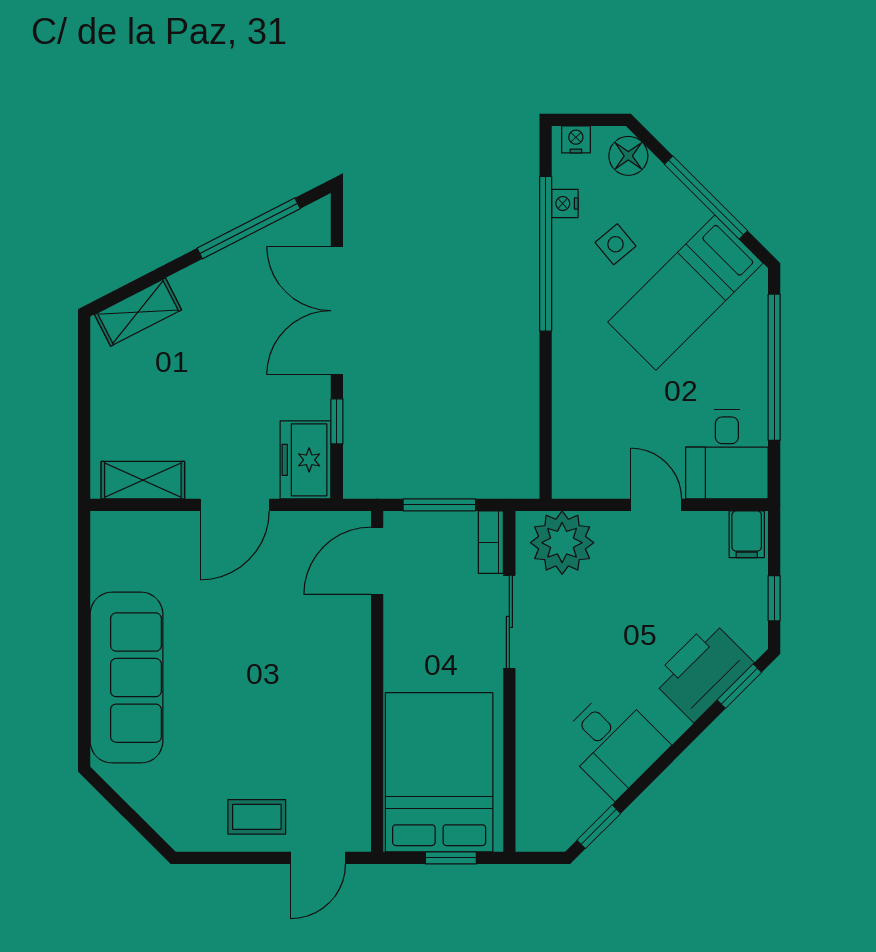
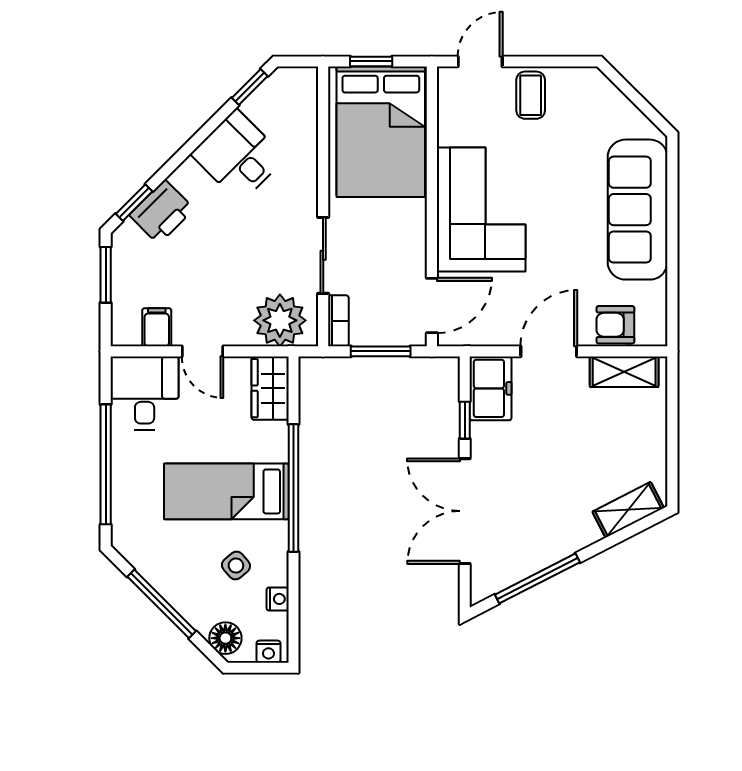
window: (546, 254) -> (293, 488), moved
bed: (685, 293) -> (226, 491), moved, turned -135
double door: (337, 311) -> (465, 511), swing flipped
wardrobe: (574, 460) -> (270, 388), added
filing cabinet: (747, 534) -> (157, 327), moved
armchair: (154, 537) -> (615, 325), added
window: (774, 598) -> (106, 275), width x1.50
printer: (702, 671) -> (162, 212), width x0.73, depth x0.84
corner sofa: (317, 678) -> (481, 210), added
coffee table: (257, 817) -> (531, 95), turned 90

